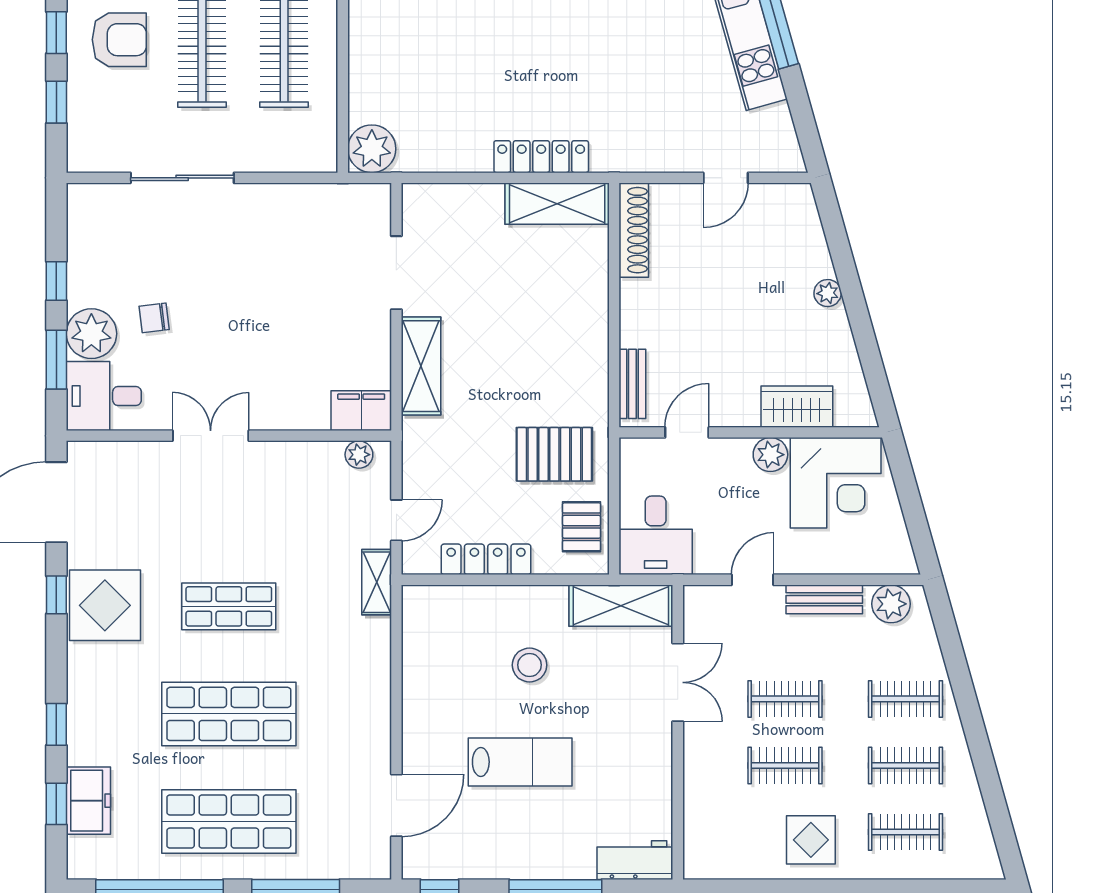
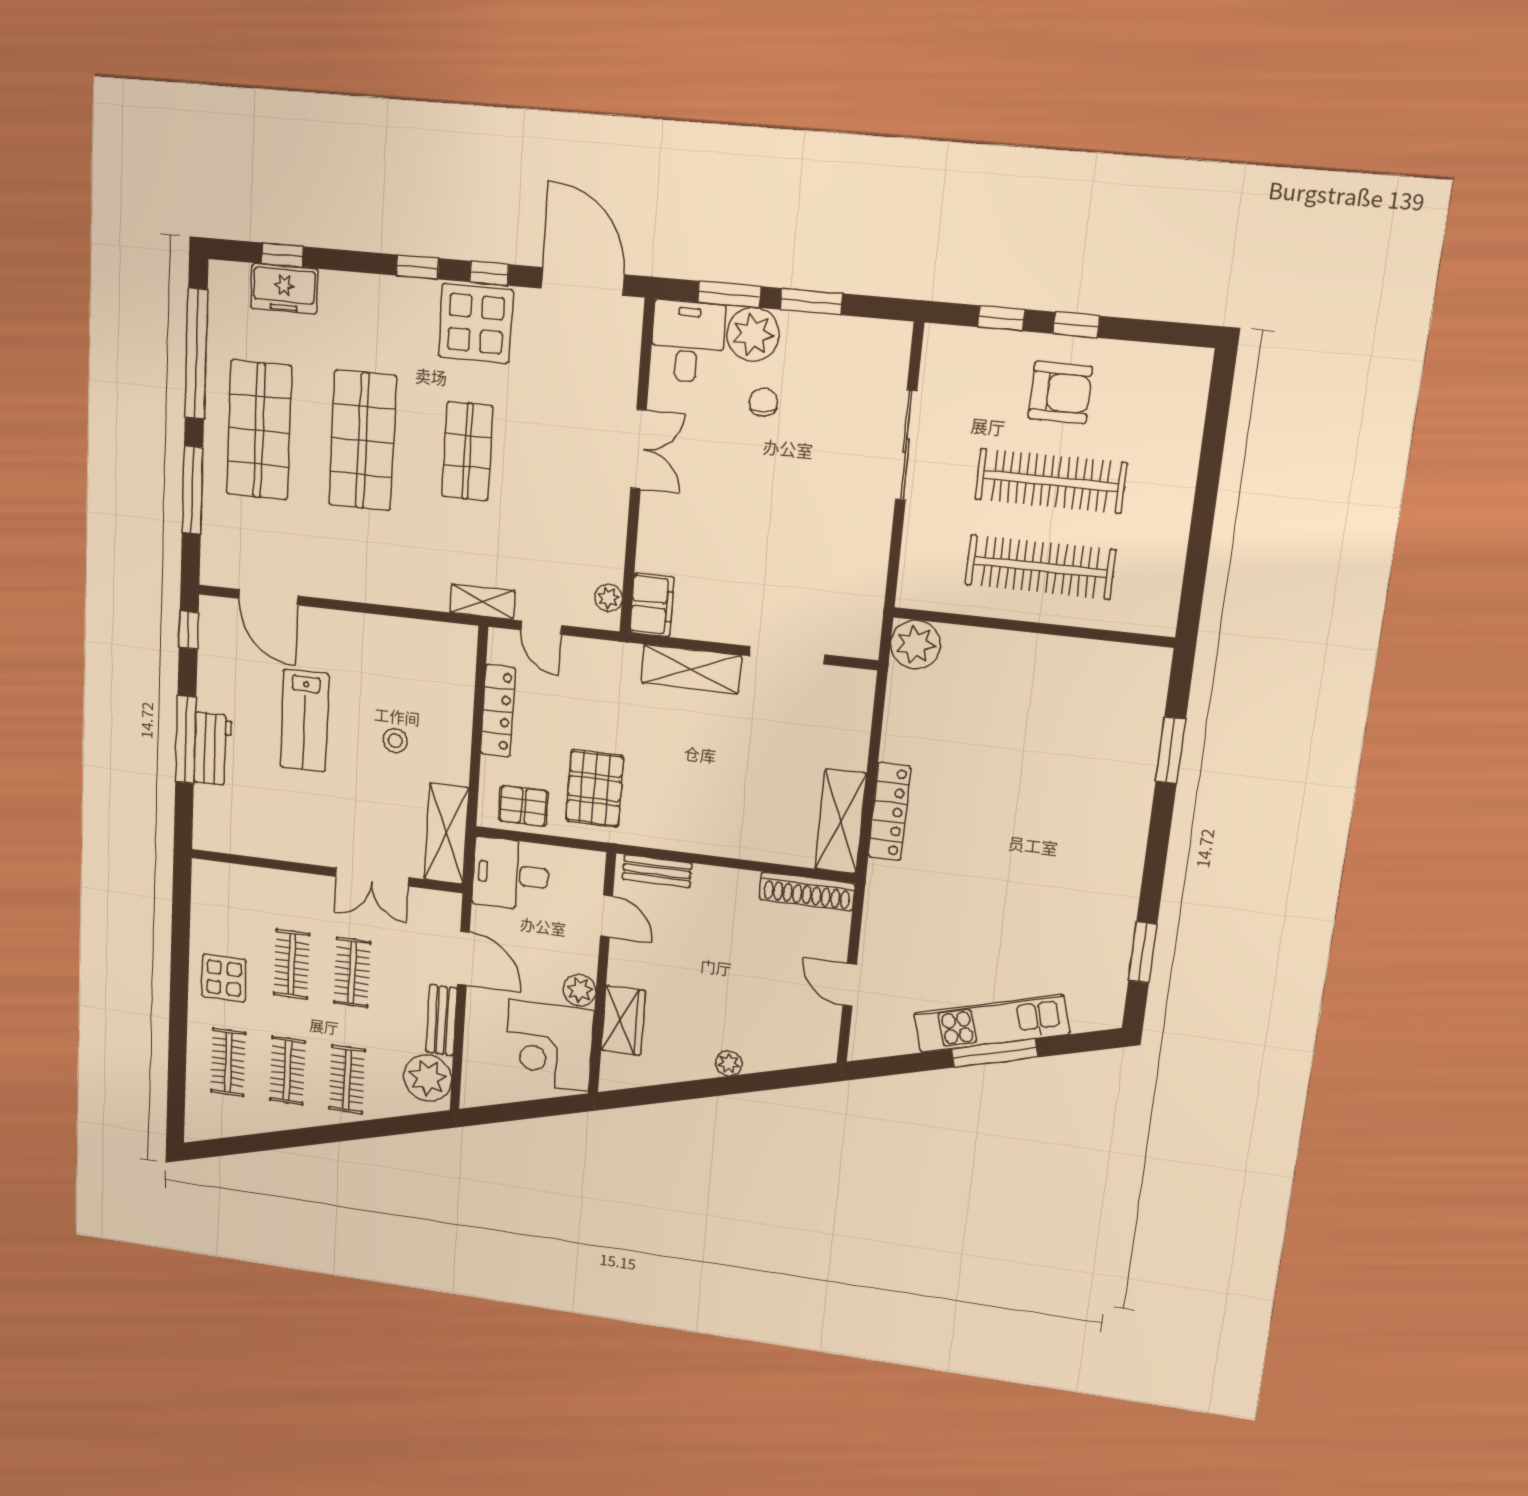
armchair: (119, 40) -> (1060, 393), turned -90
window: (56, 281) -> (811, 302), width x1.50
door: (753, 580) -> (463, 958), width x1.38
plant: (891, 604) -> (428, 1078), width x1.36, depth x1.36
stool: (530, 665) -> (395, 741), width x0.73, depth x0.73
window: (56, 724) -> (418, 267), moved
workbench: (635, 860) -> (213, 749), moved

